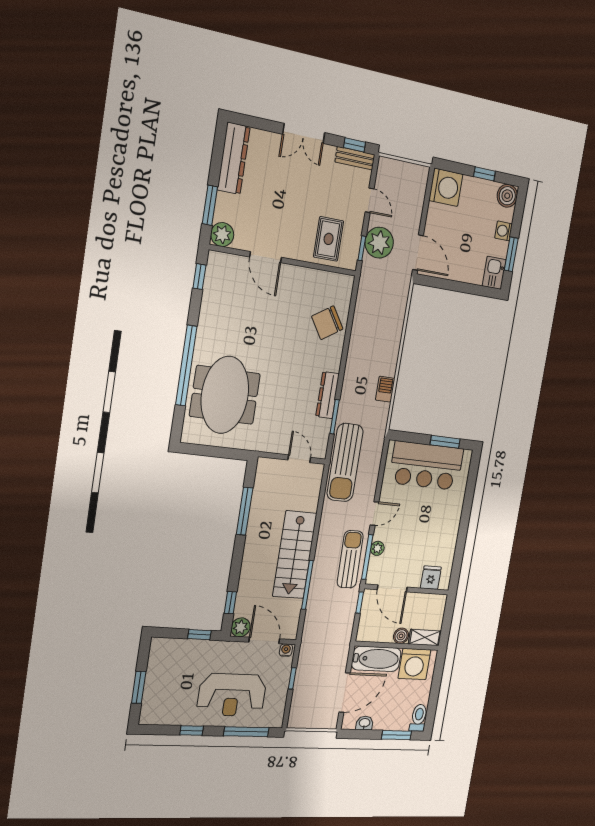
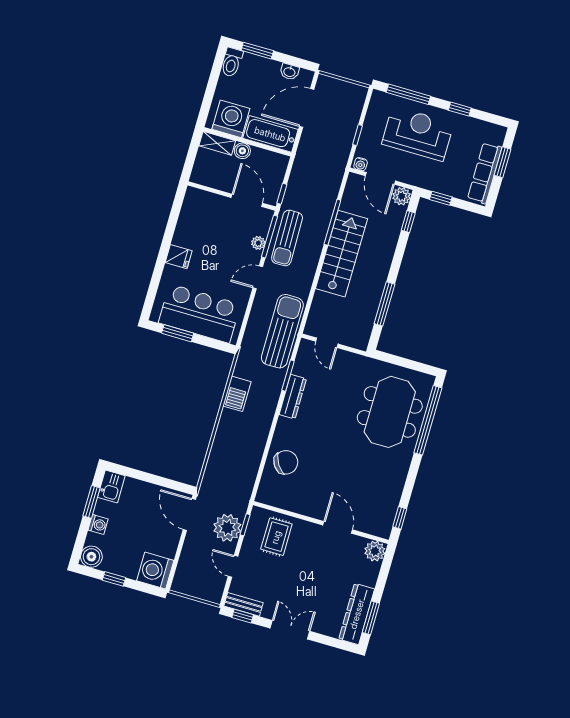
window: (210, 205) -> (371, 618), moved
window: (186, 366) -> (428, 420), moved
barbecue: (385, 389) -> (237, 394), width x1.38, depth x1.27
fridge: (431, 578) -> (179, 257), moved, turned -90
row of seats: (156, 672) -> (485, 173), added

